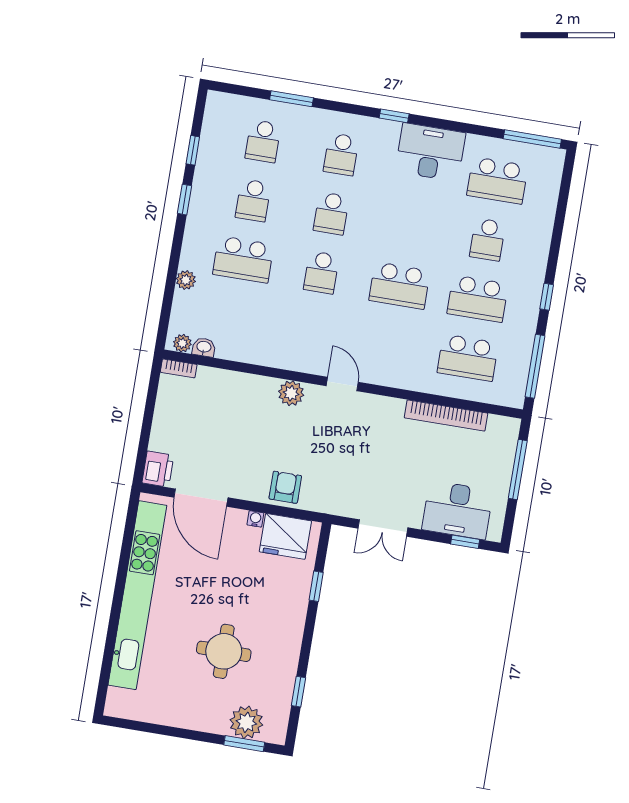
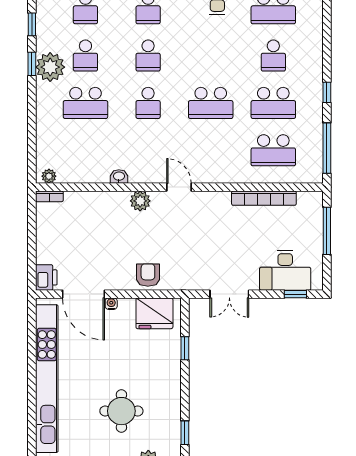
plant: (186, 280) -> (50, 67), moved, width x1.87, depth x1.87
washbasin: (204, 347) -> (119, 177), moved
water cooler: (255, 519) -> (111, 304), moved

